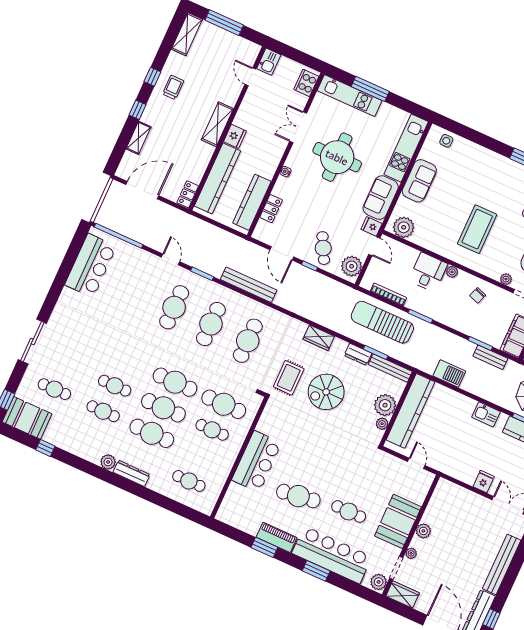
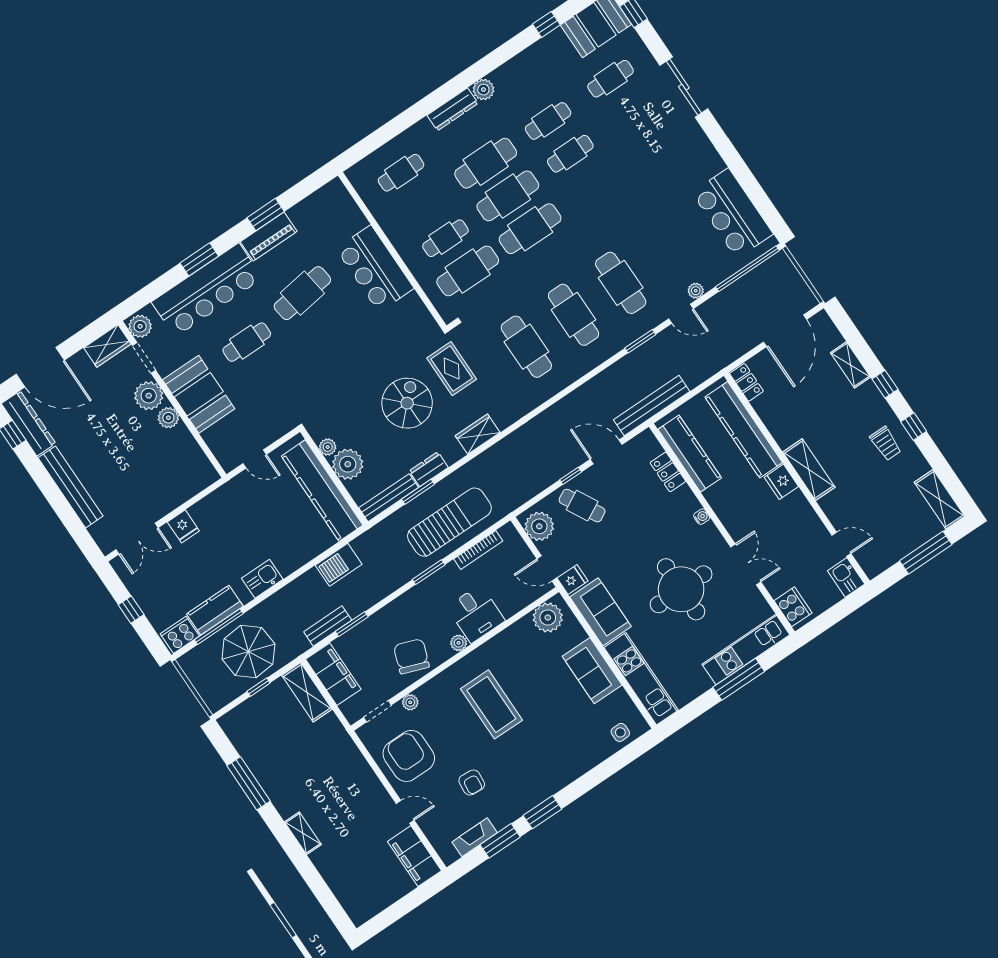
plant: (151, 259) -> (696, 291), added
bench: (249, 285) -> (652, 406), moved
chair: (478, 295) -> (411, 656), width x1.87, depth x1.87
plant: (411, 553) -> (149, 396), width x1.88, depth x1.88

